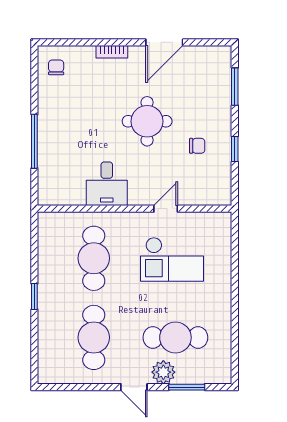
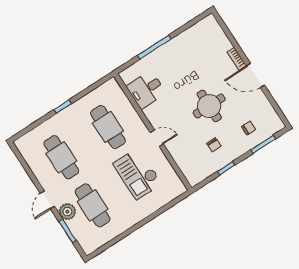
door: (164, 42) -> (255, 76), moved
chair: (56, 67) -> (249, 128), moved
desk: (107, 184) -> (146, 90), moved
door: (166, 209) -> (157, 138), moved
cafe table: (94, 258) -> (108, 127), turned 90
cafe table: (94, 337) -> (61, 157), turned 90

